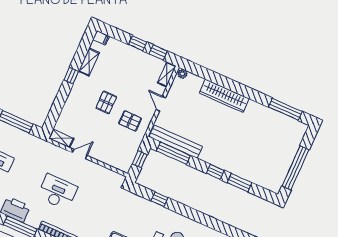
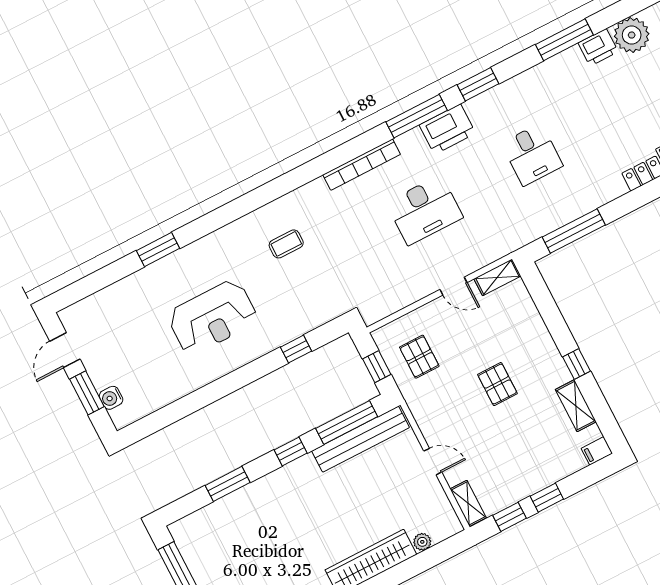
plant: (182, 74) -> (422, 542), moved
pallet: (130, 121) -> (419, 357), moved, turned 90
door: (80, 154) -> (454, 286), hinge flipped
window: (215, 172) -> (291, 451), moved

